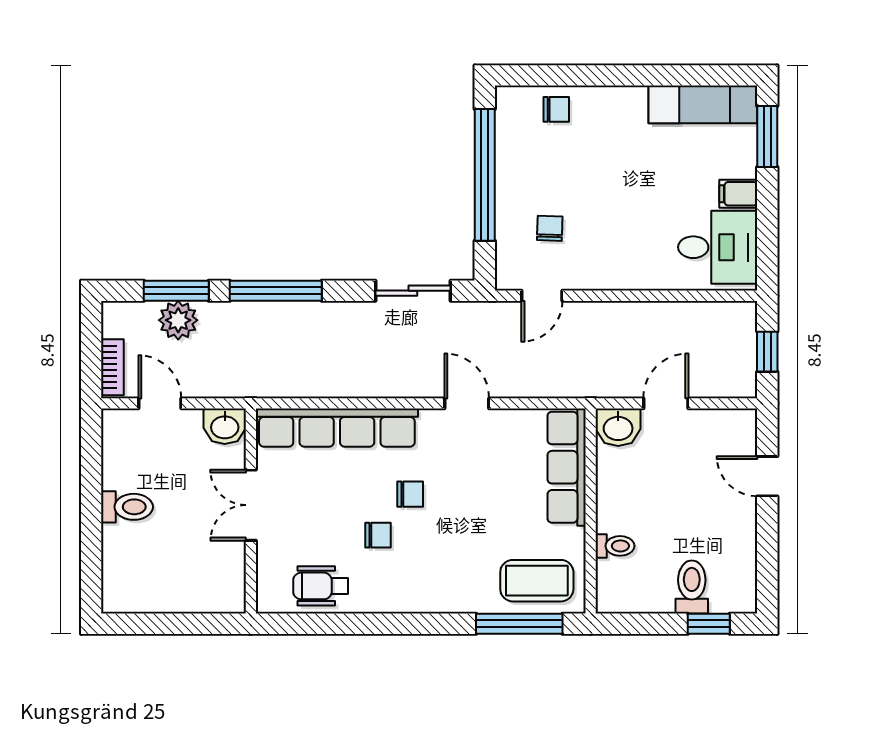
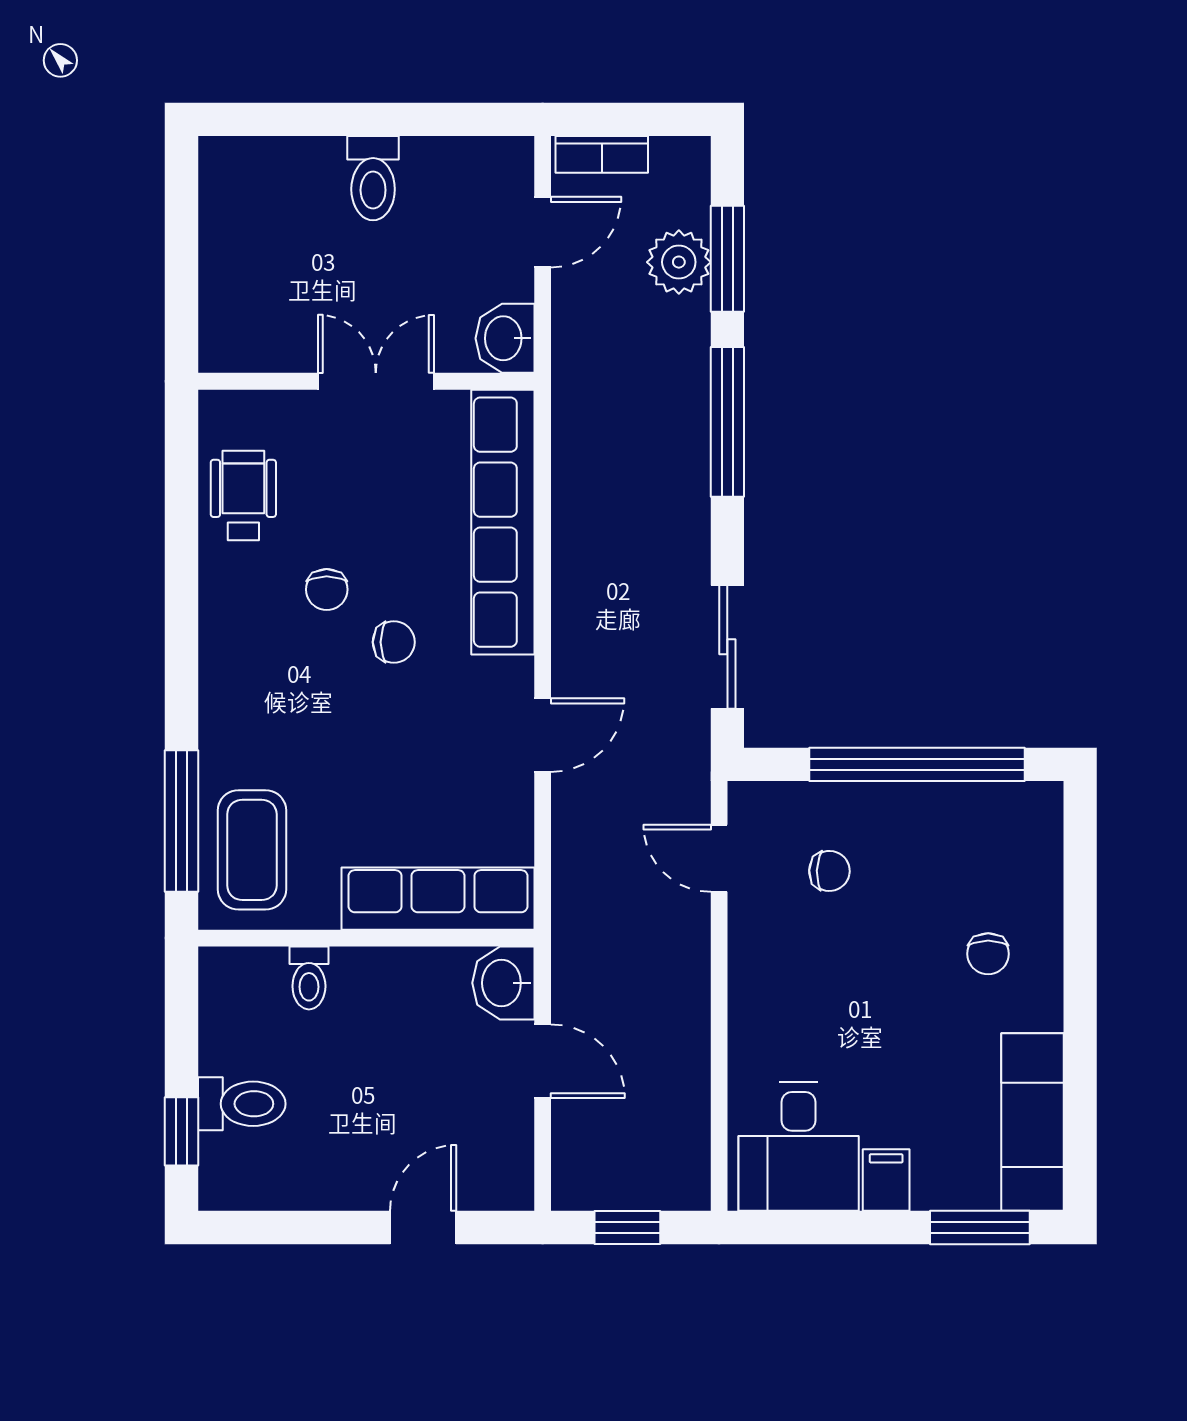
chair: (556, 109) -> (988, 954), moved
chair: (410, 494) -> (394, 642), turned -90

